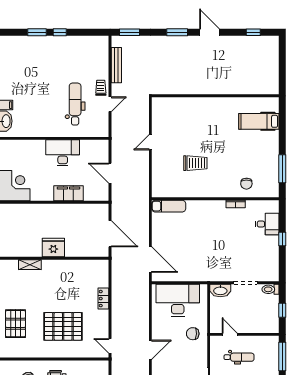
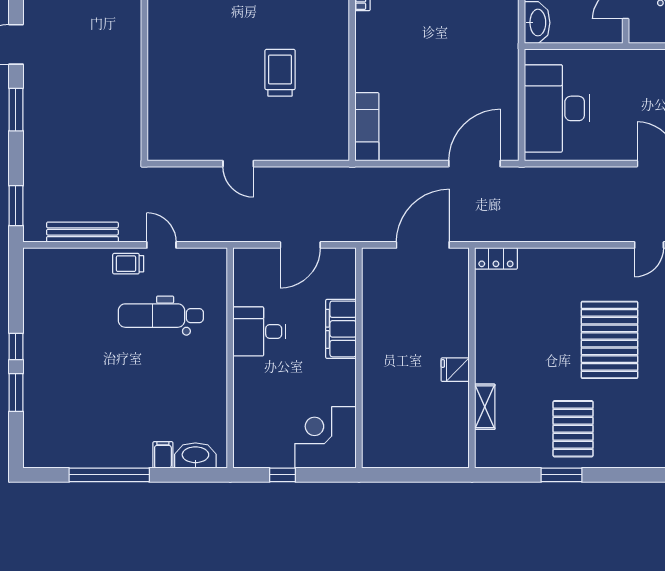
desk: (63, 153) -> (259, 331), width x0.73
fridge: (53, 248) -> (455, 370), width x0.53, depth x0.75
locker: (103, 299) -> (496, 258), moved
pallet: (15, 324) -> (573, 429), moved, turned 90
chair: (193, 334) -> (624, 78), removed

